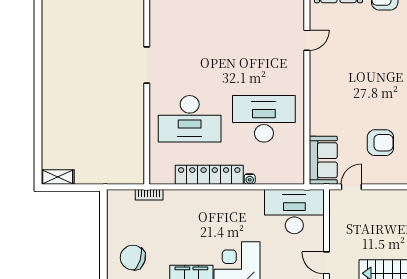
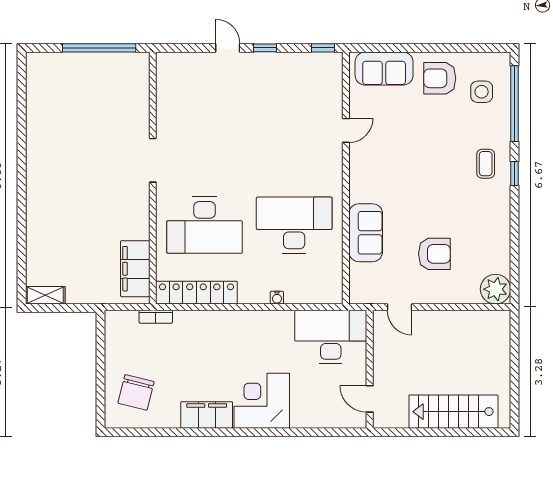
filing cabinet: (132, 155) -> (135, 269), added
sofa: (323, 160) -> (366, 233), moved
locker: (209, 175) -> (196, 293), moved
door: (351, 187) -> (400, 307), swing flipped
chair: (133, 258) -> (136, 392), turned -94

